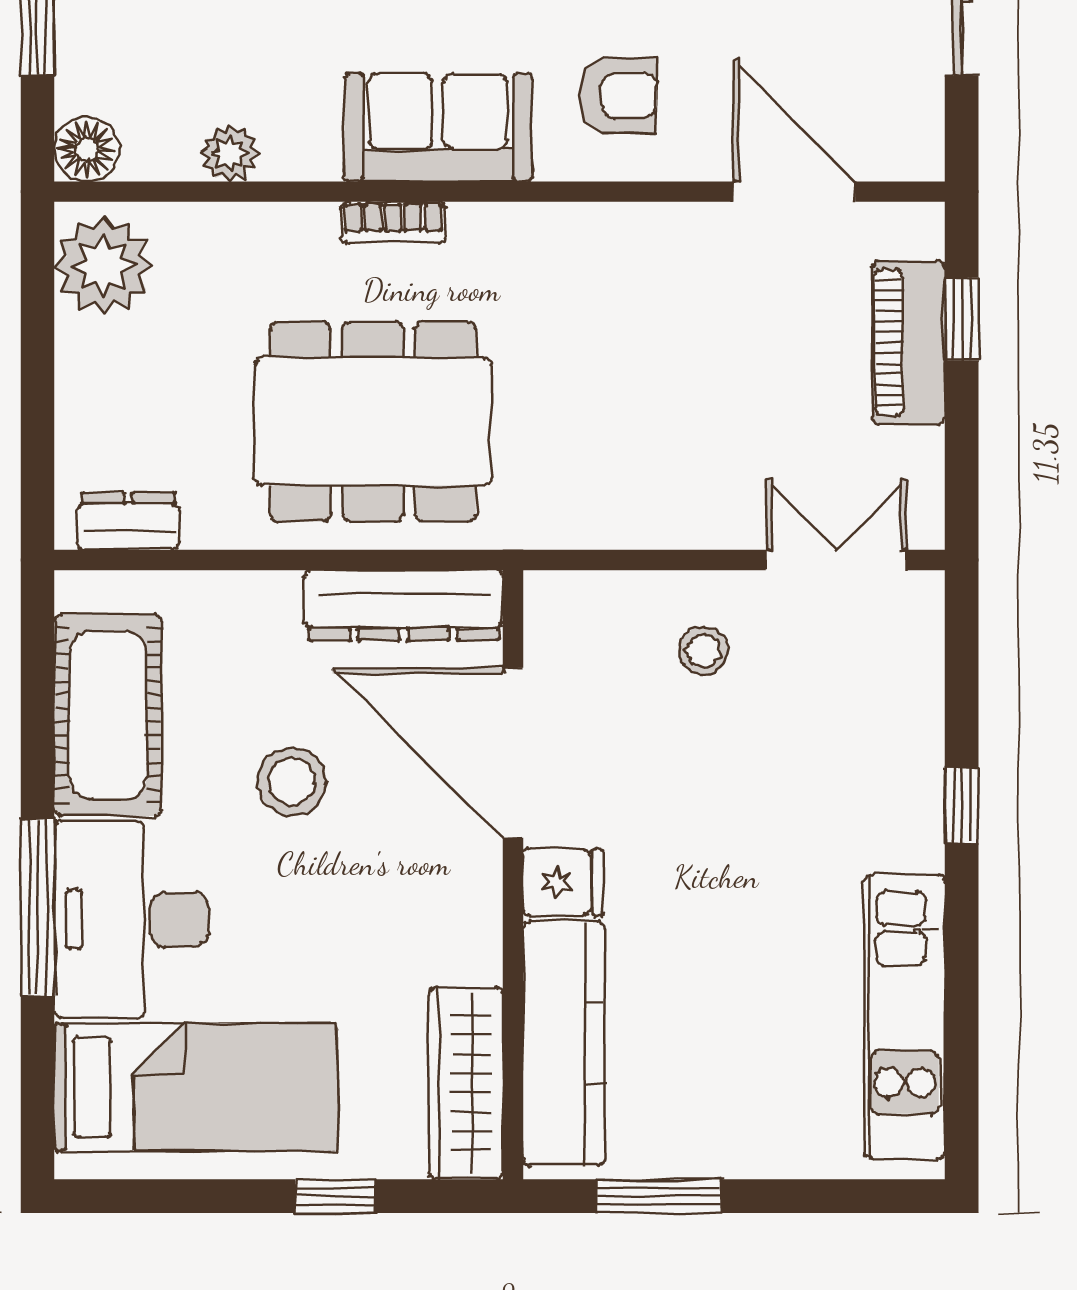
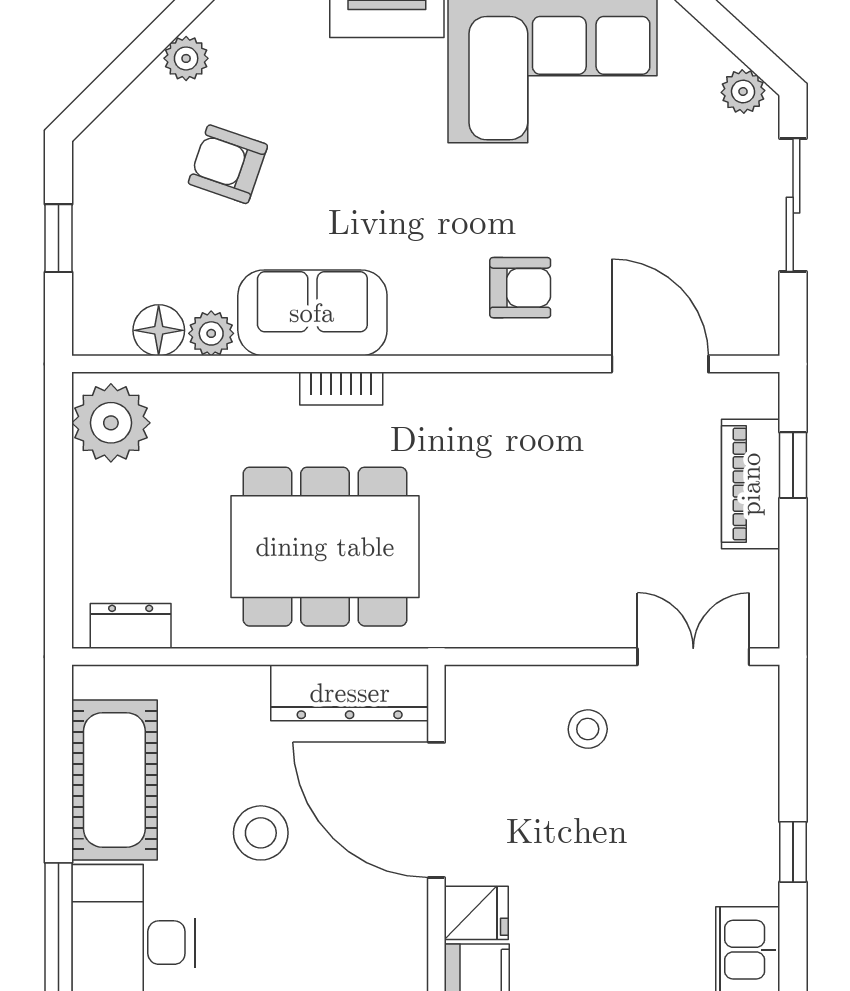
sofa: (438, 127) -> (312, 313), moved
floor lamp: (87, 149) -> (159, 330), moved

